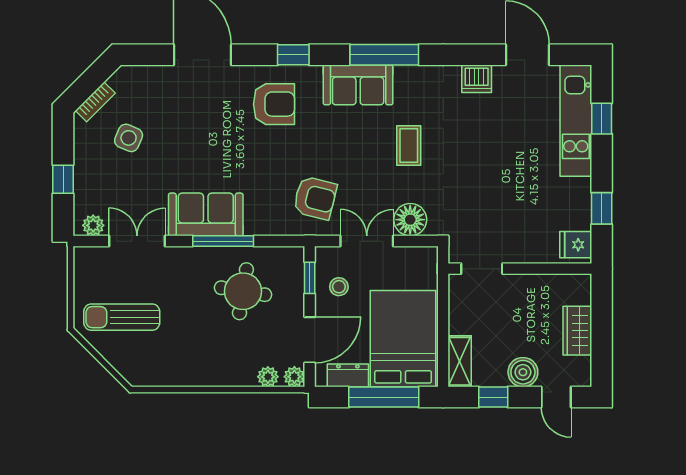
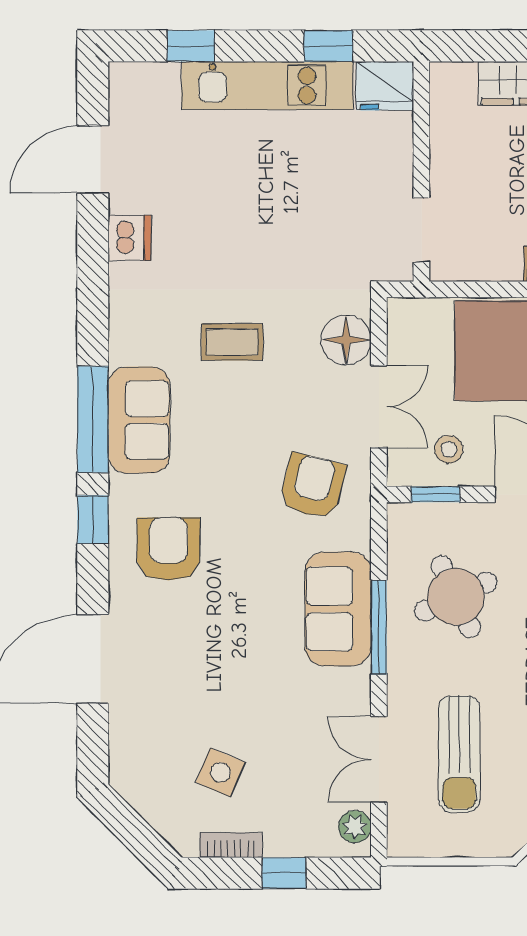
window: (384, 55) -> (93, 419), moved
bookcase: (95, 102) -> (231, 845), moved, turned -45
kitchen unit: (576, 121) -> (267, 86), moved
sofa: (206, 214) -> (338, 609), moved
double door: (367, 241) -> (379, 407), swing flipped
fridge: (576, 245) -> (384, 86), width x1.38
round table: (243, 291) -> (456, 597), turned -34
sun lounger: (122, 317) -> (459, 754), moved

